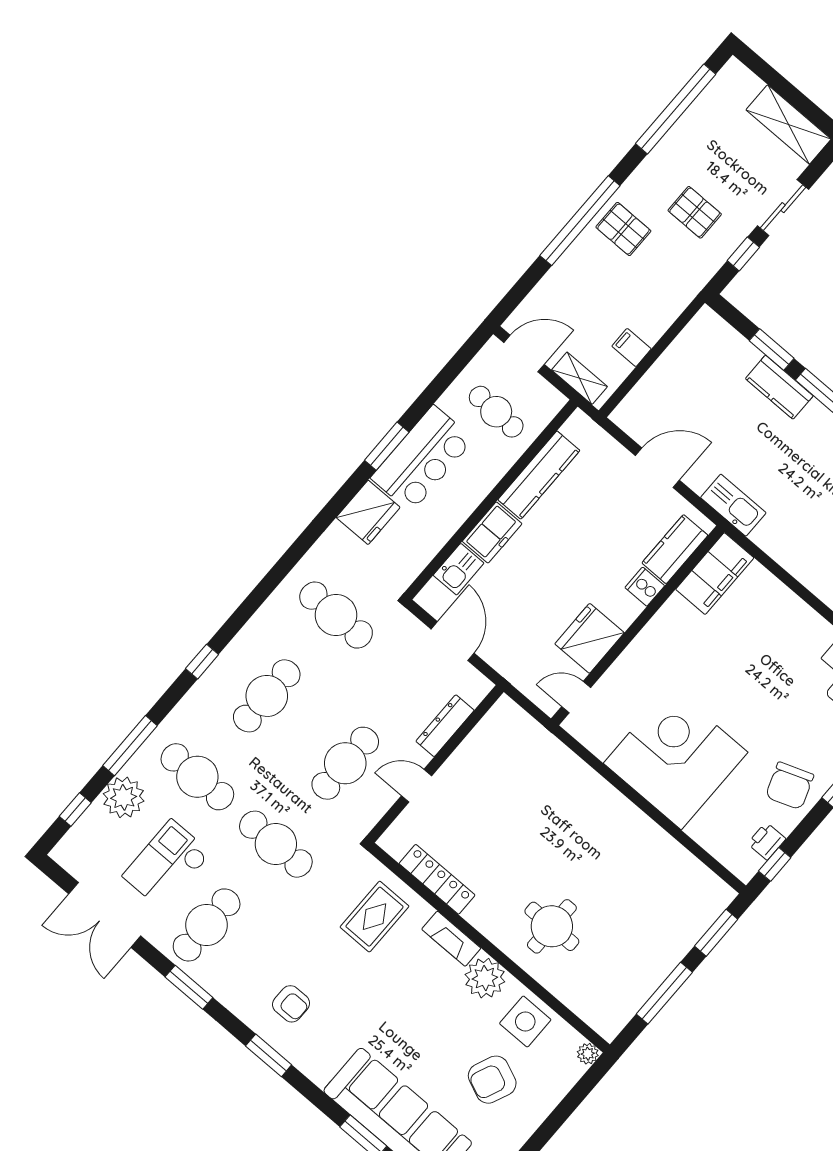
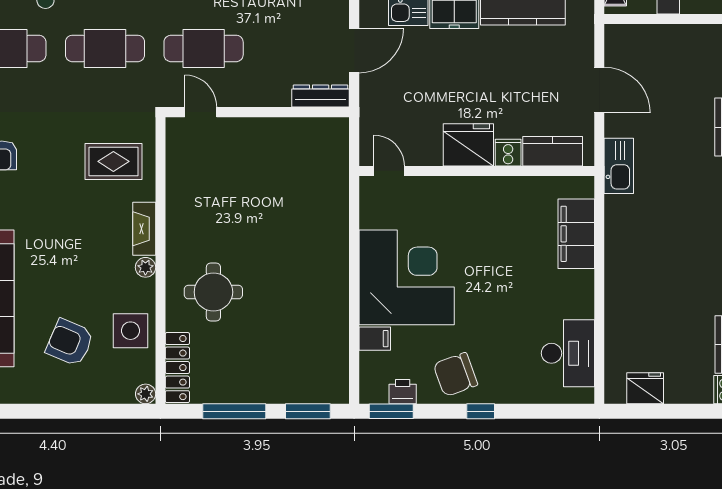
filing cabinet: (715, 574) -> (576, 234), moved, turned 90
fridge: (589, 638) -> (468, 145), moved
dresser: (445, 726) -> (321, 96), moved
door: (416, 786) -> (201, 112), moved
filing cabinet: (703, 827) -> (375, 339), added
cafe table: (276, 844) -> (105, 48), turned 90
window: (775, 864) -> (391, 411), width x1.50
locker: (437, 879) -> (177, 368), moved
plant: (485, 978) -> (145, 267), width x0.53, depth x0.53

